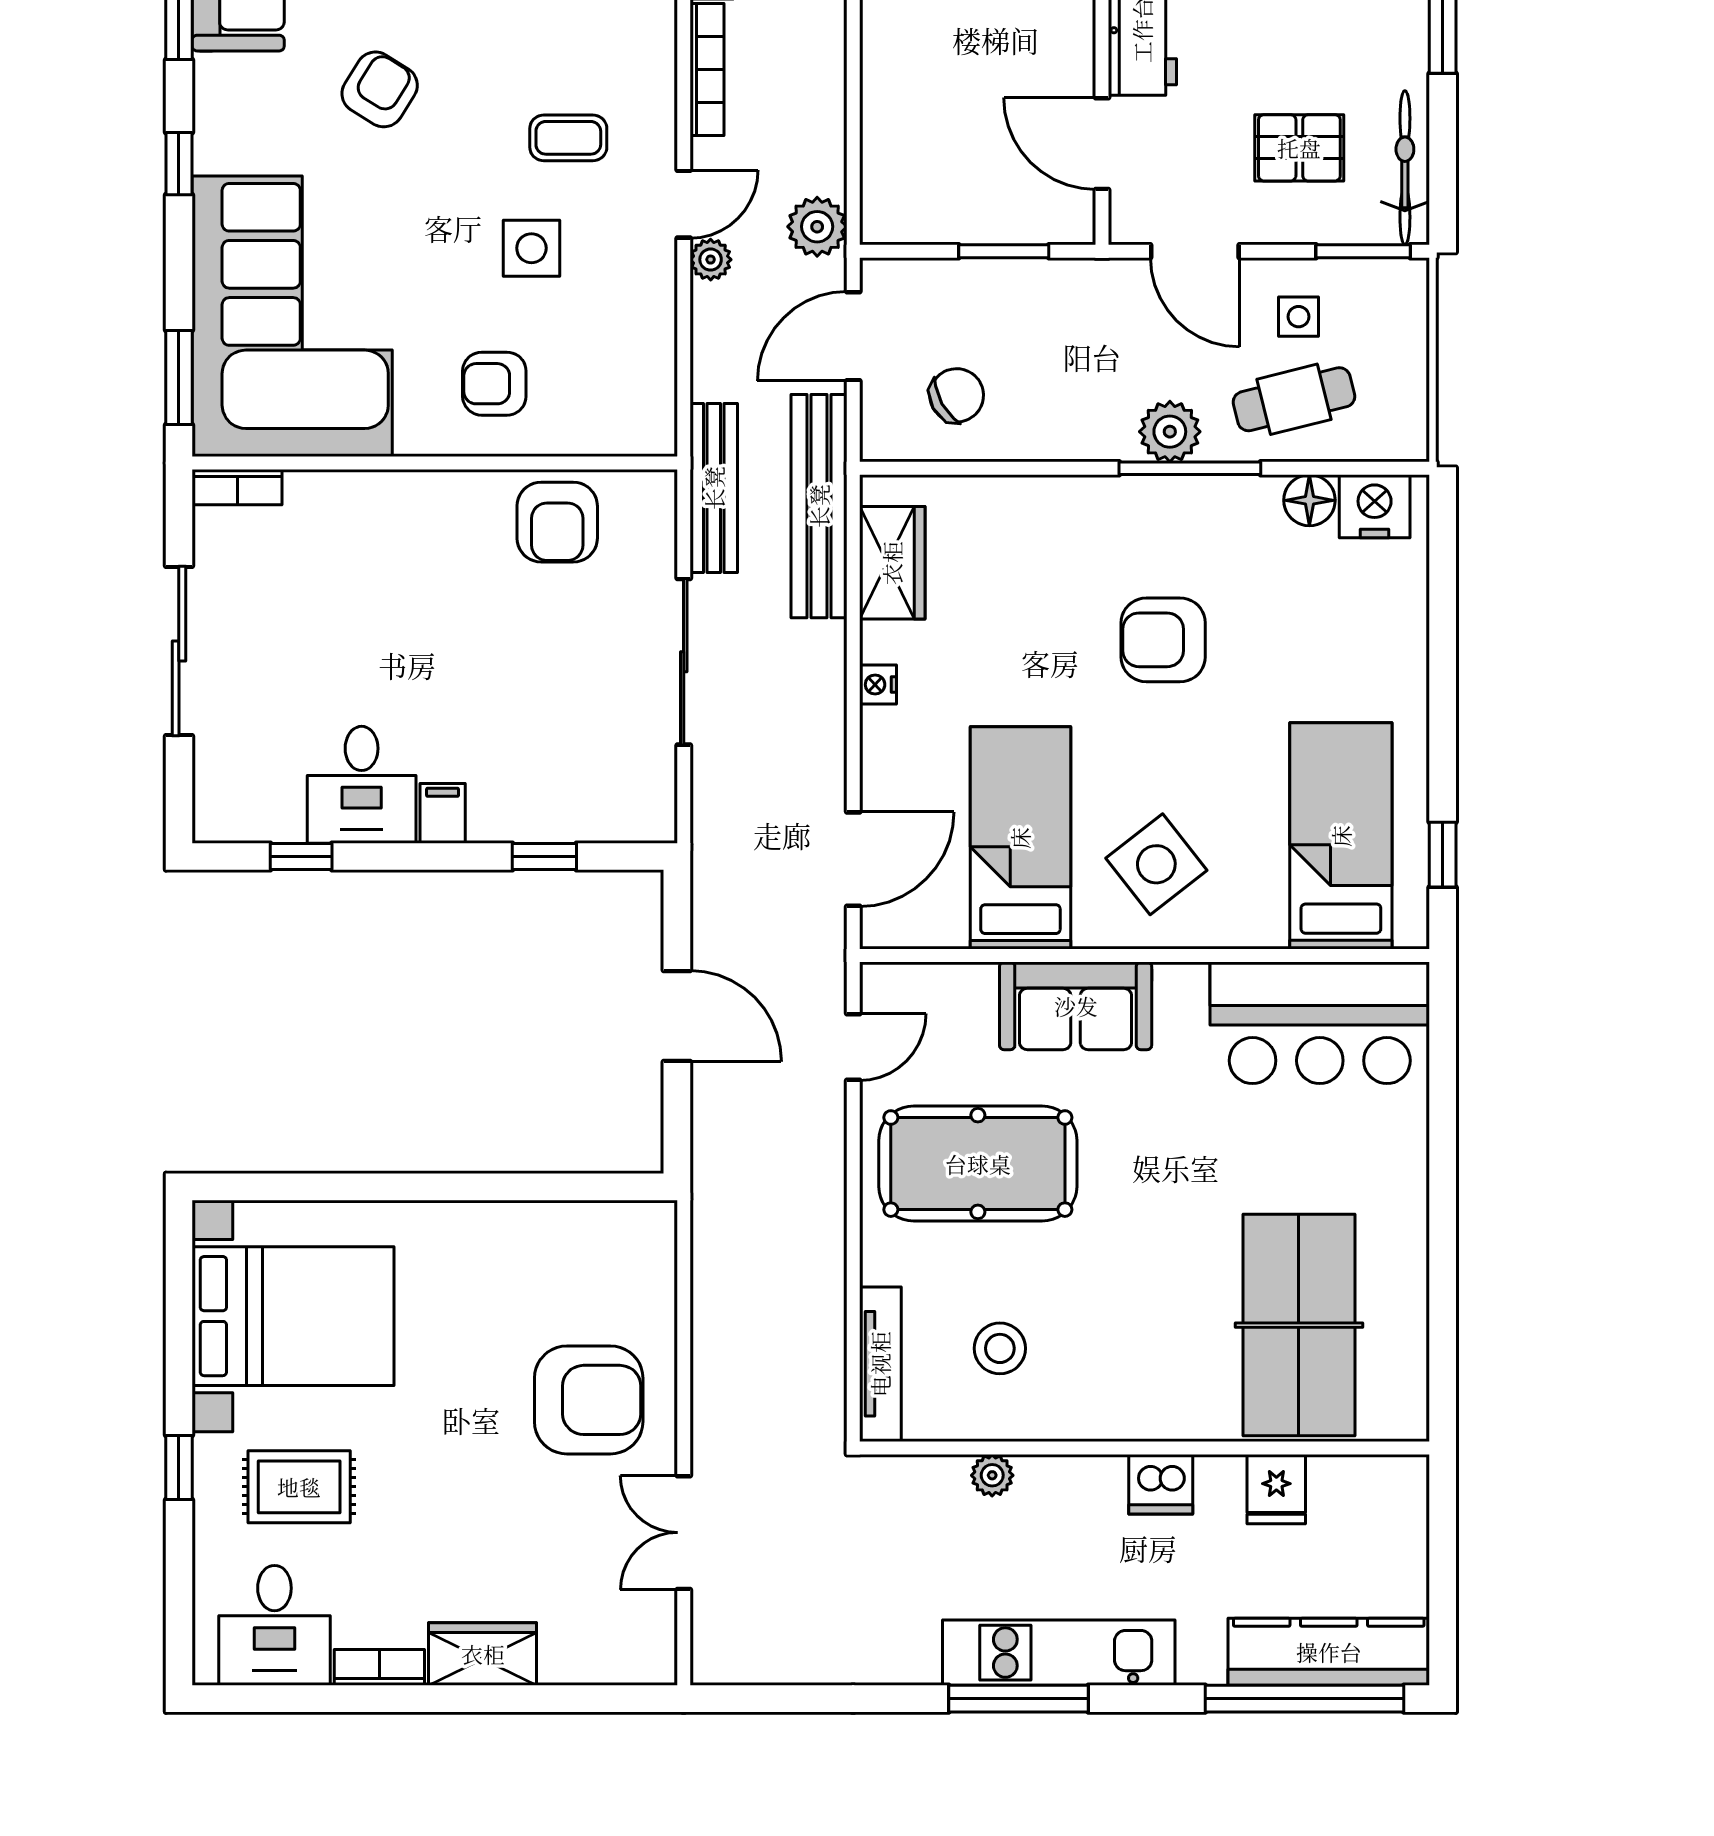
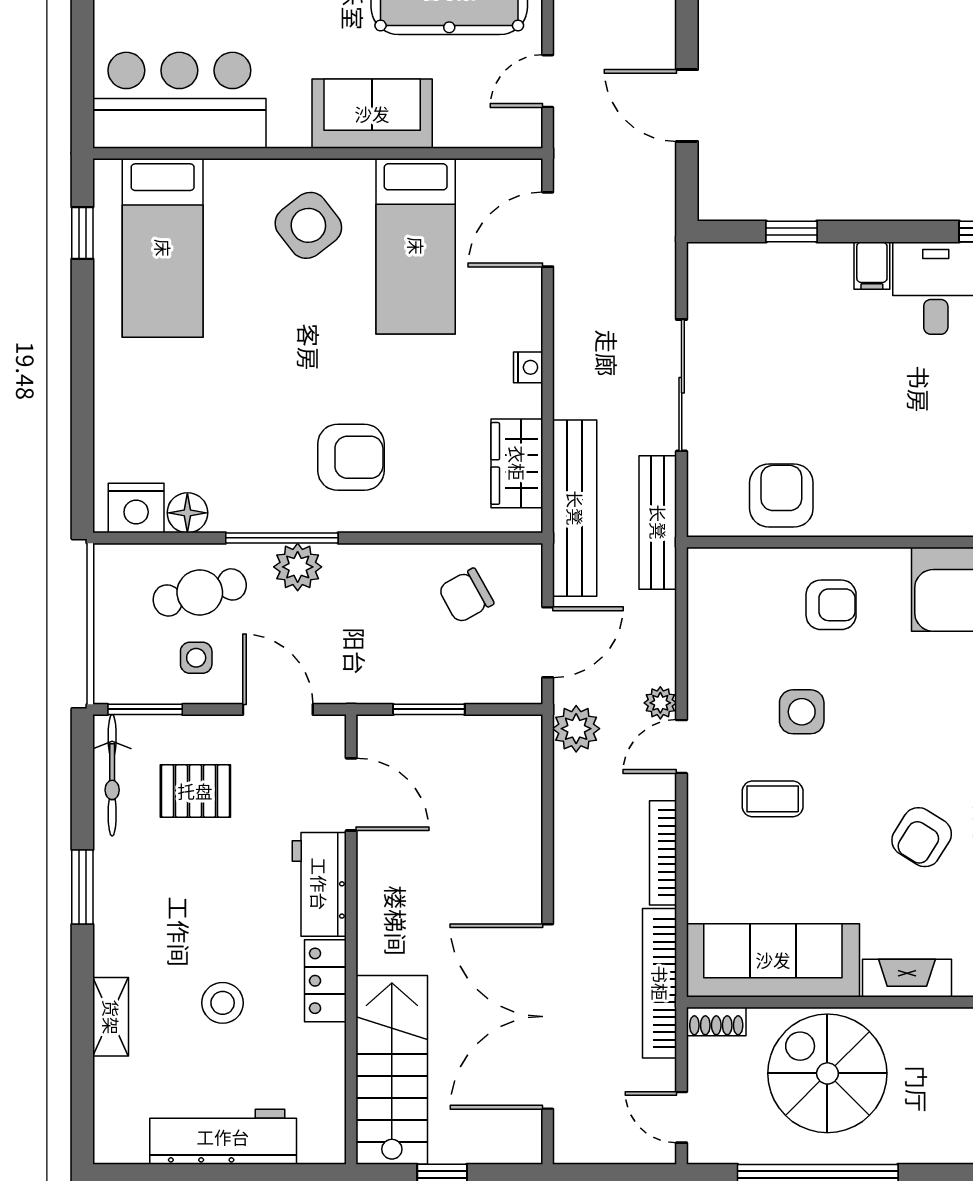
armchair: (1163, 640) -> (351, 457), moved

